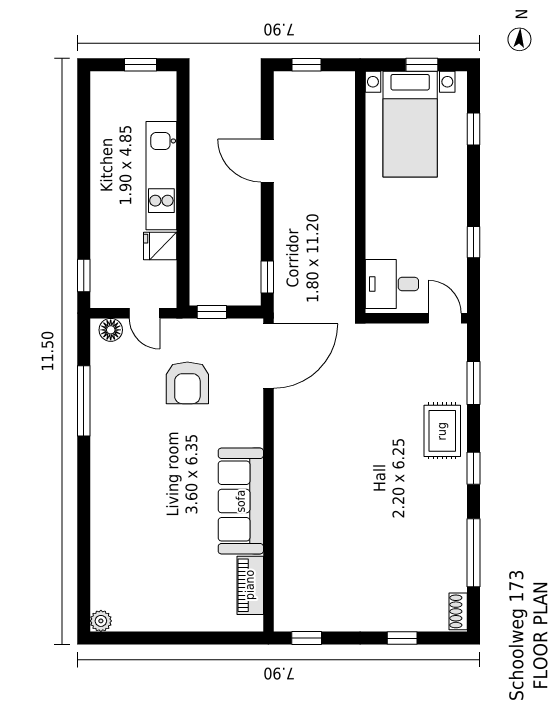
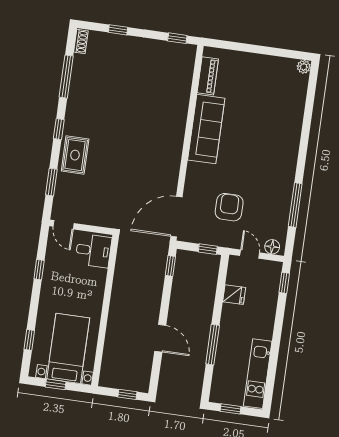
window: (183, 162) -> (213, 345), added
kitchen unit: (161, 176) -> (258, 374), moved, turned 180

